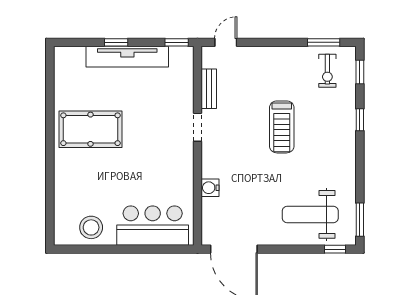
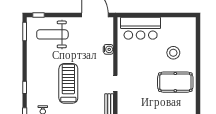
treadmill: (282, 127) -> (68, 83), width x1.37, depth x1.38
weight bench: (310, 214) -> (52, 34), turned 180
stool: (91, 227) -> (173, 53), moved

